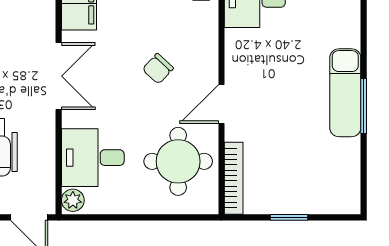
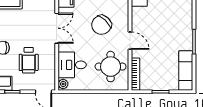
chair: (158, 69) -> (101, 25), width x1.87, depth x1.87
exam couch: (345, 93) -> (186, 71), moved
door: (221, 104) -> (130, 41), swing flipped

